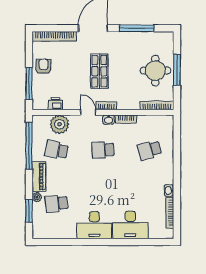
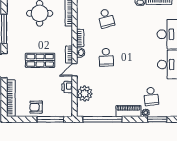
printer: (55, 104) -> (67, 87), moved
school desk: (56, 150) -> (106, 96), removed

